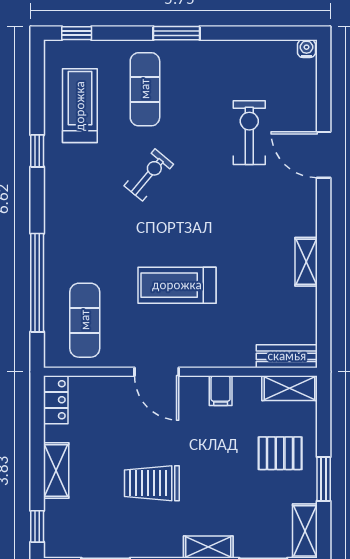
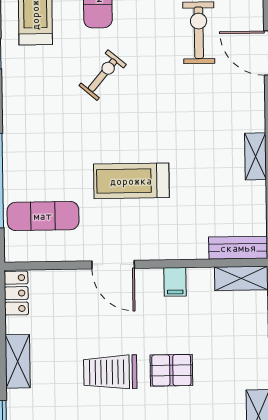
exercise mat: (85, 320) -> (43, 216), turned 90
pallet: (280, 453) -> (171, 370), moved

